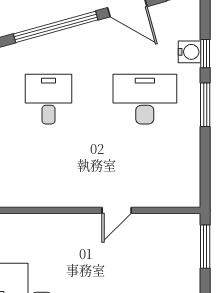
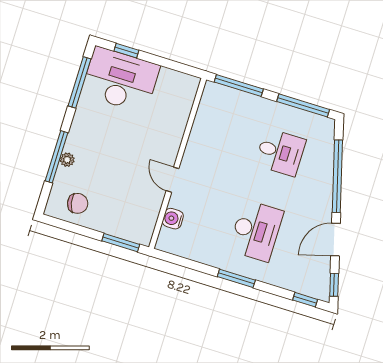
water cooler: (189, 52) -> (173, 219), moved, turned 90
window: (205, 54) -> (305, 300), moved

